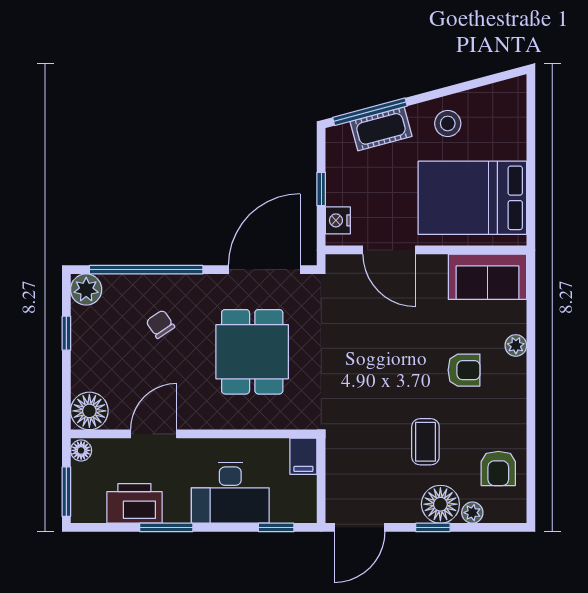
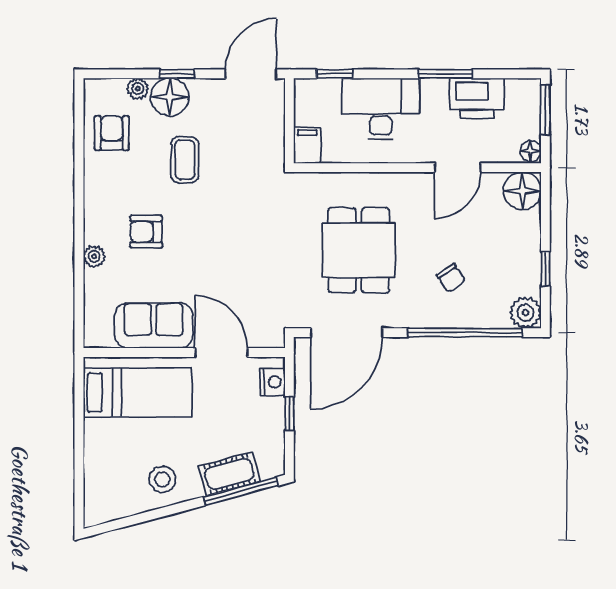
bed: (472, 198) -> (138, 392), width x0.67
sofa: (487, 277) -> (154, 325), moved

